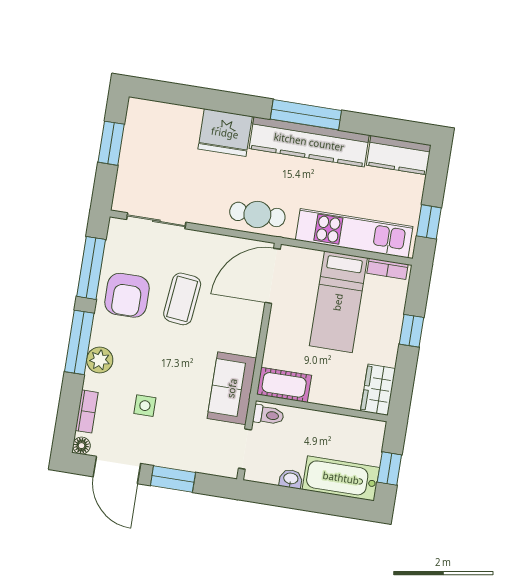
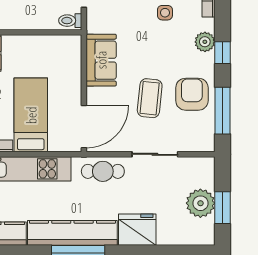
plant: (138, 153) -> (200, 203), added
sliding door: (156, 221) -> (155, 154), moved
window: (79, 342) -> (222, 53), width x0.46
cot: (284, 385) -> (62, 45), removed
sofa: (232, 388) -> (101, 60), moved

